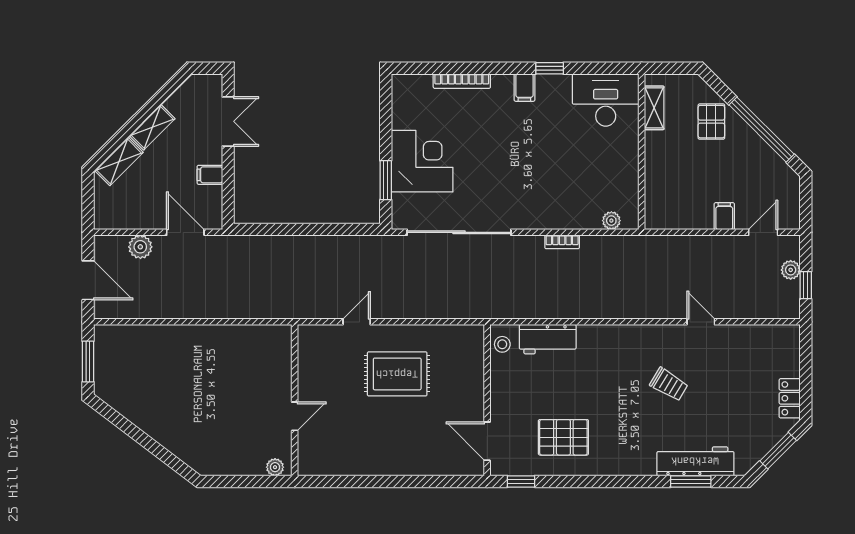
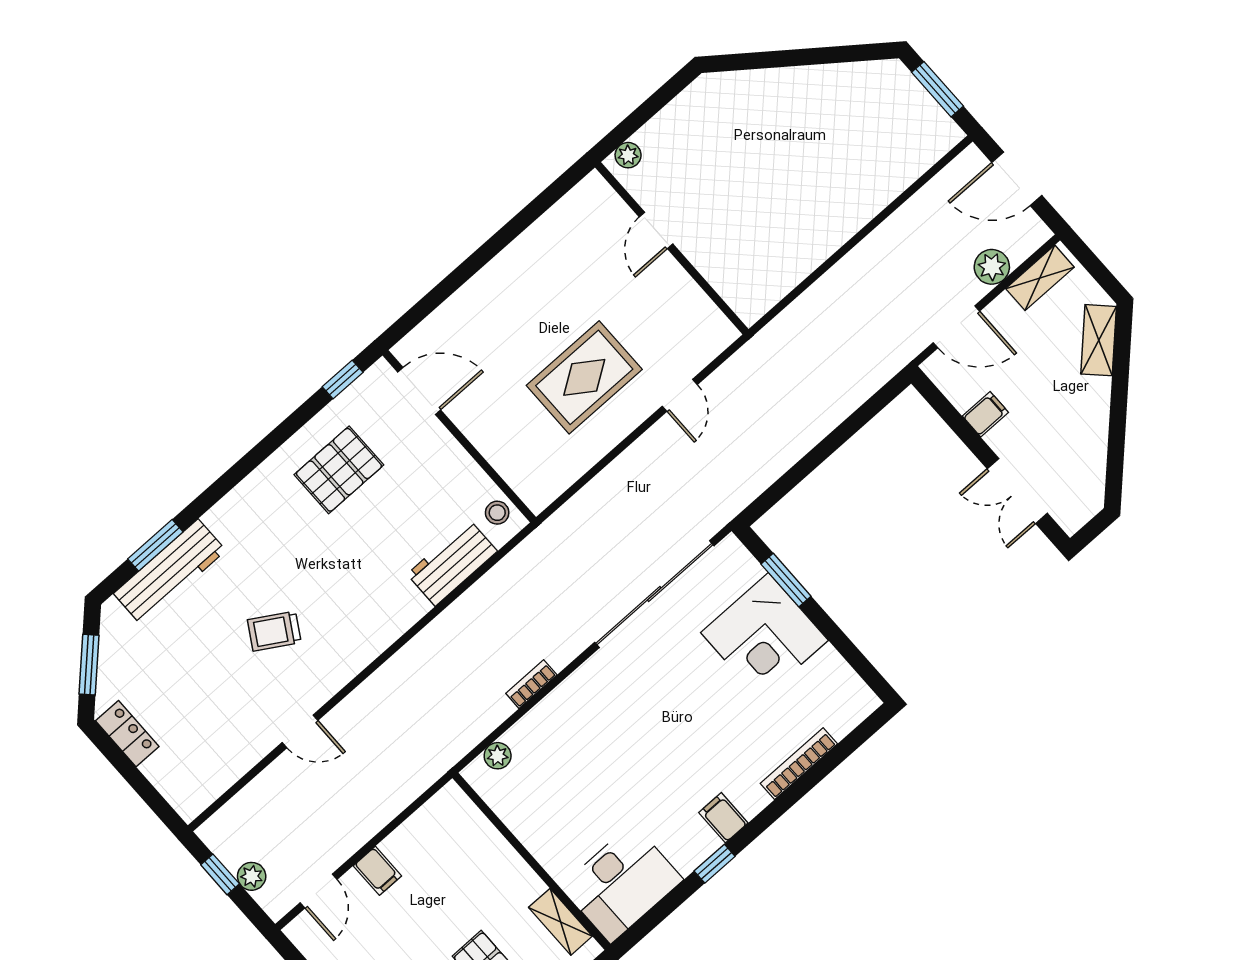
shelving: (152, 127) -> (1040, 278), moved, turned 45

